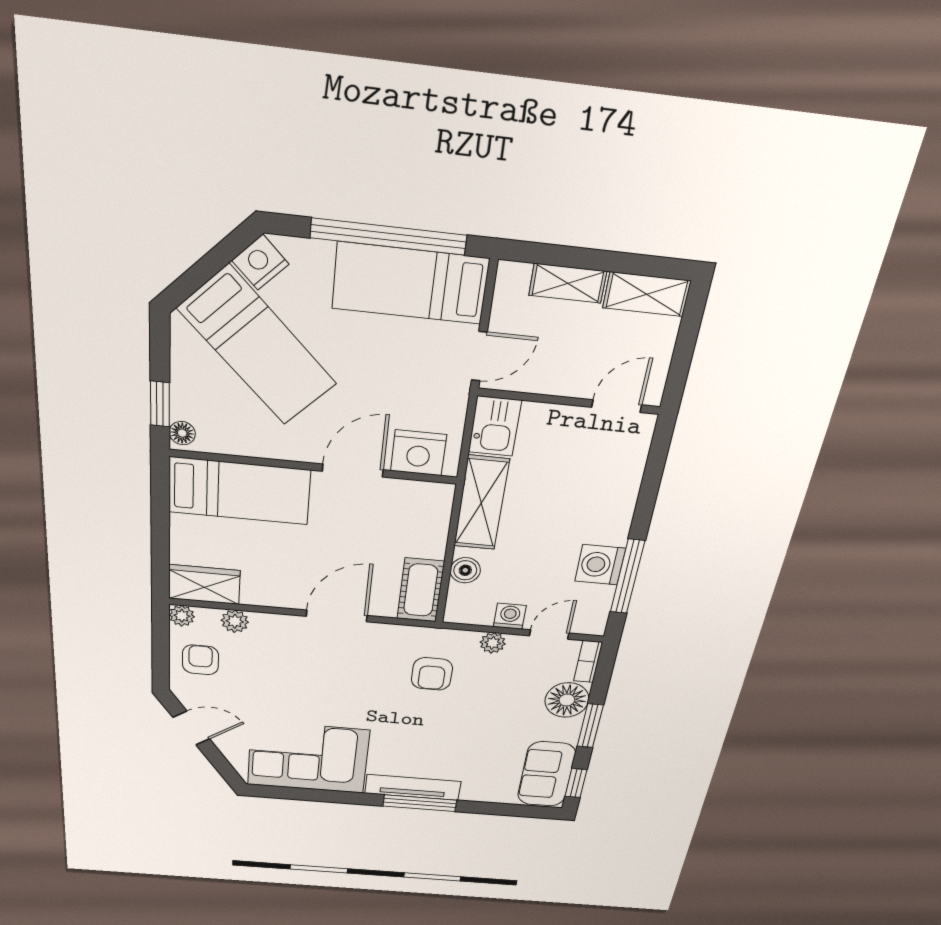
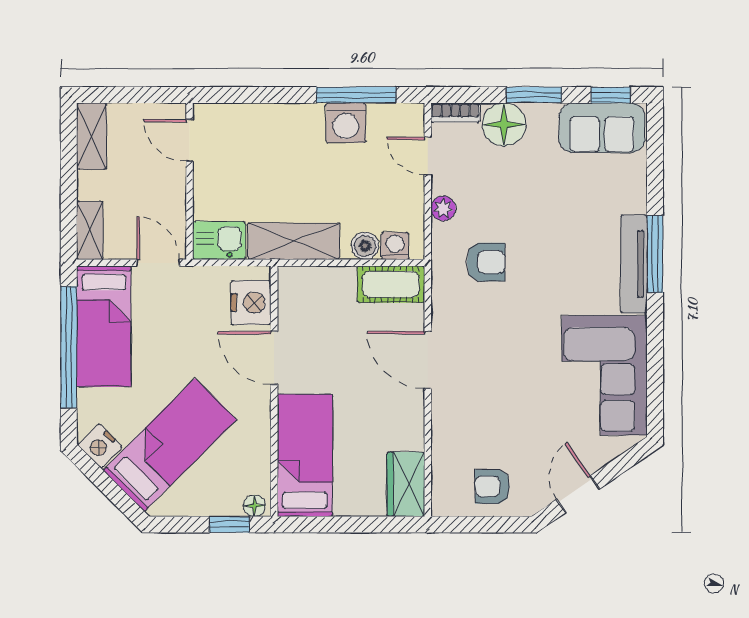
shelving: (568, 283) -> (90, 230), moved
plant: (182, 616) -> (443, 505), removed
washing machine: (510, 616) -> (395, 246), moved, turned 90
plant: (235, 621) -> (444, 455), removed

